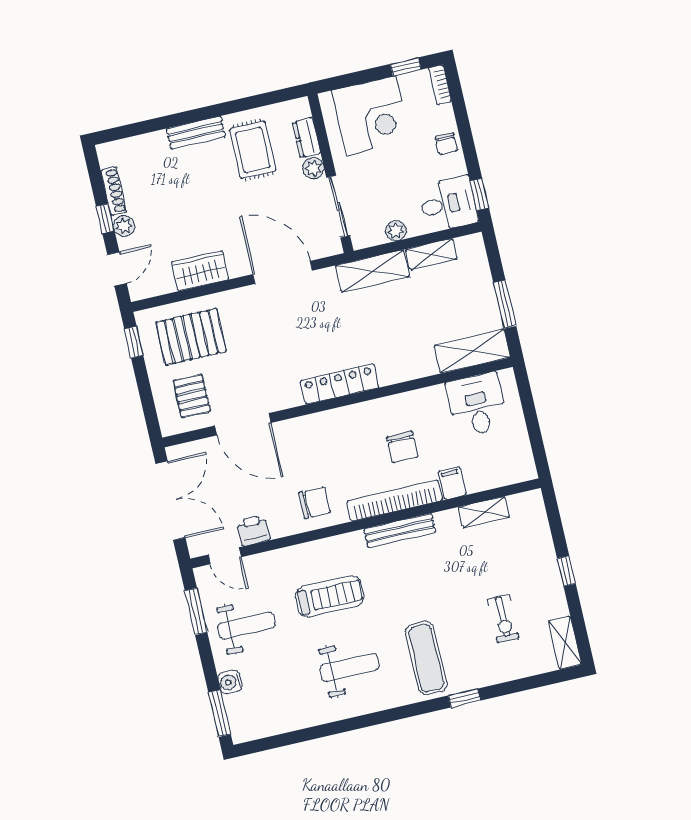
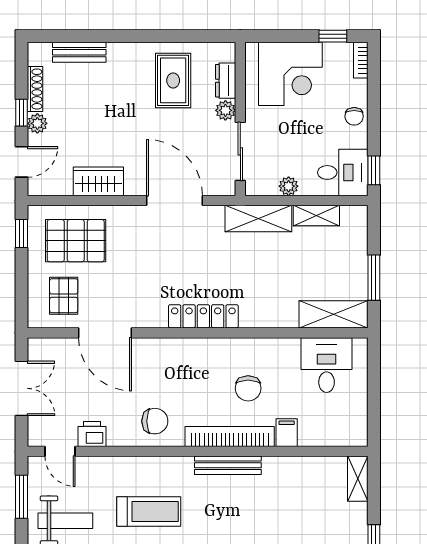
bench: (196, 133) -> (79, 52), moved
double door: (170, 501) -> (21, 388), width x0.73
shelving: (484, 512) -> (358, 479), moved, turned 90

